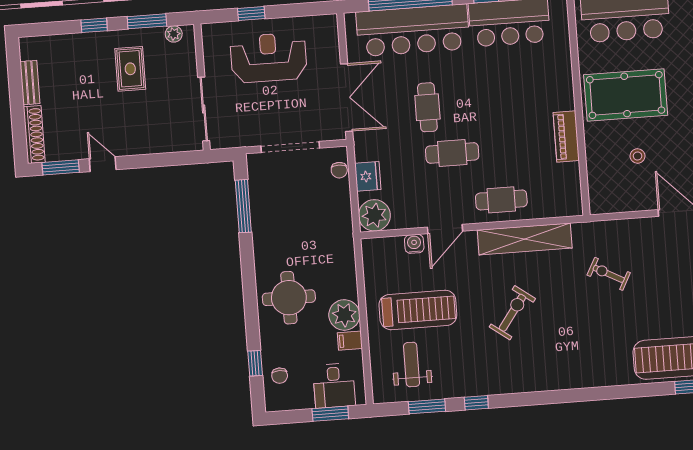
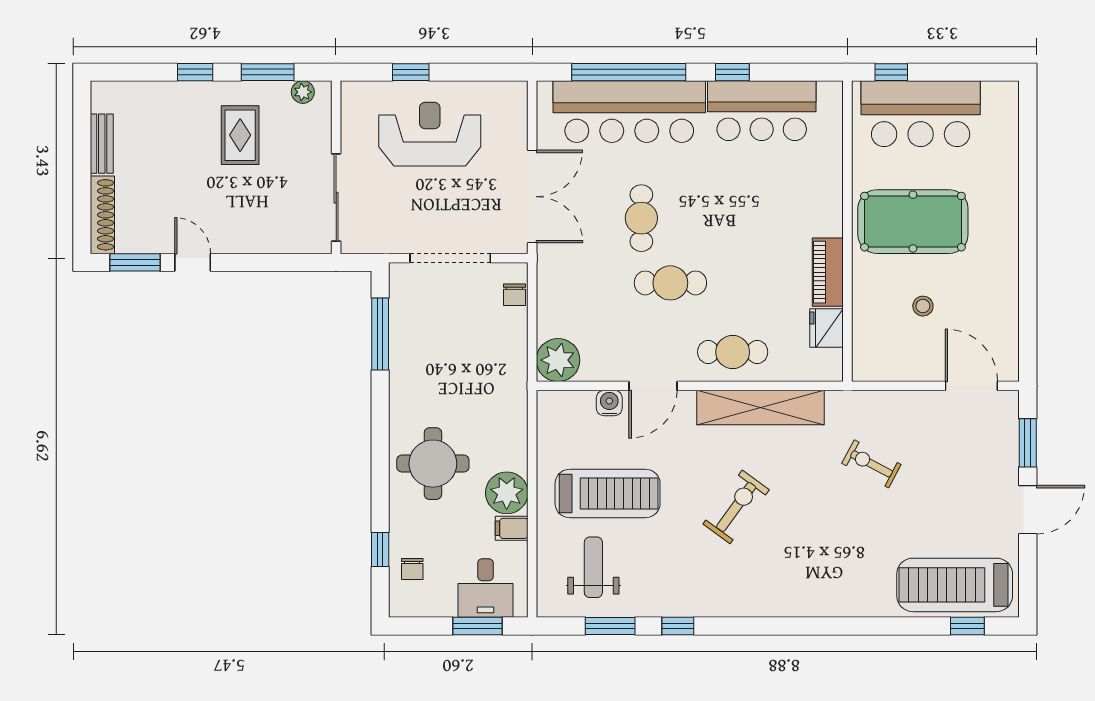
fridge: (368, 176) -> (827, 328), moved, turned 180

